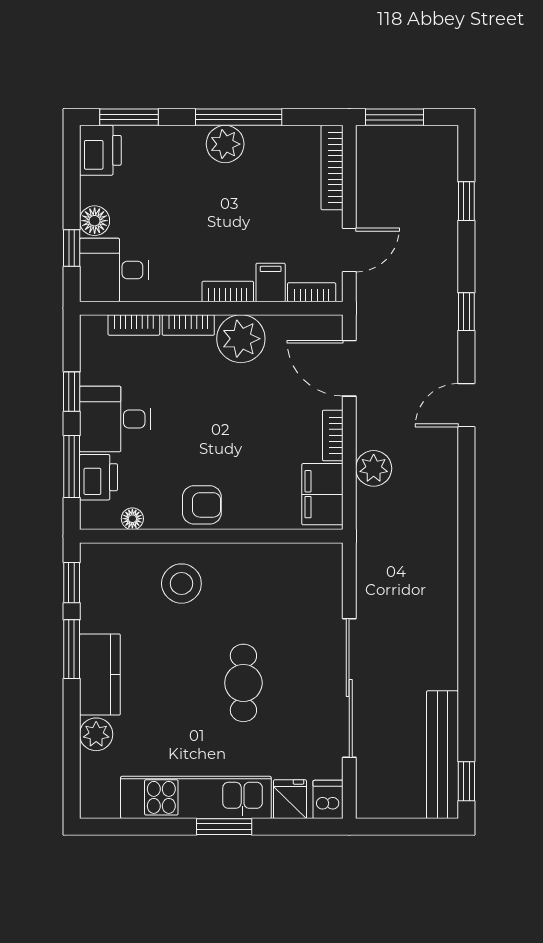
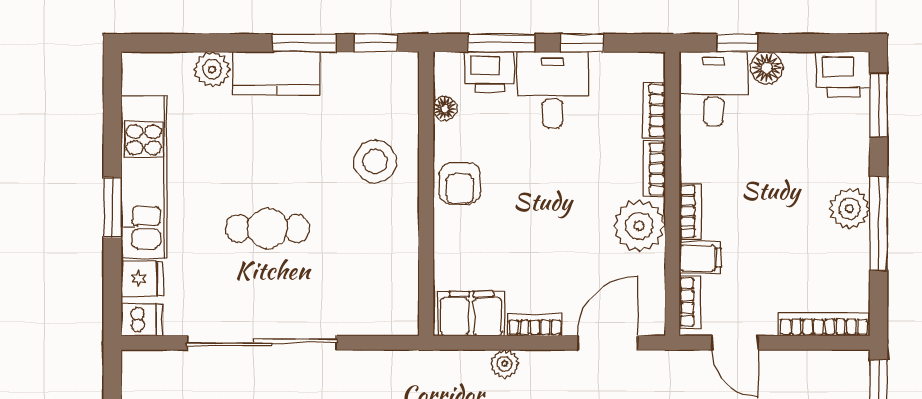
plant: (374, 468) -> (505, 364), width x0.73, depth x0.73

